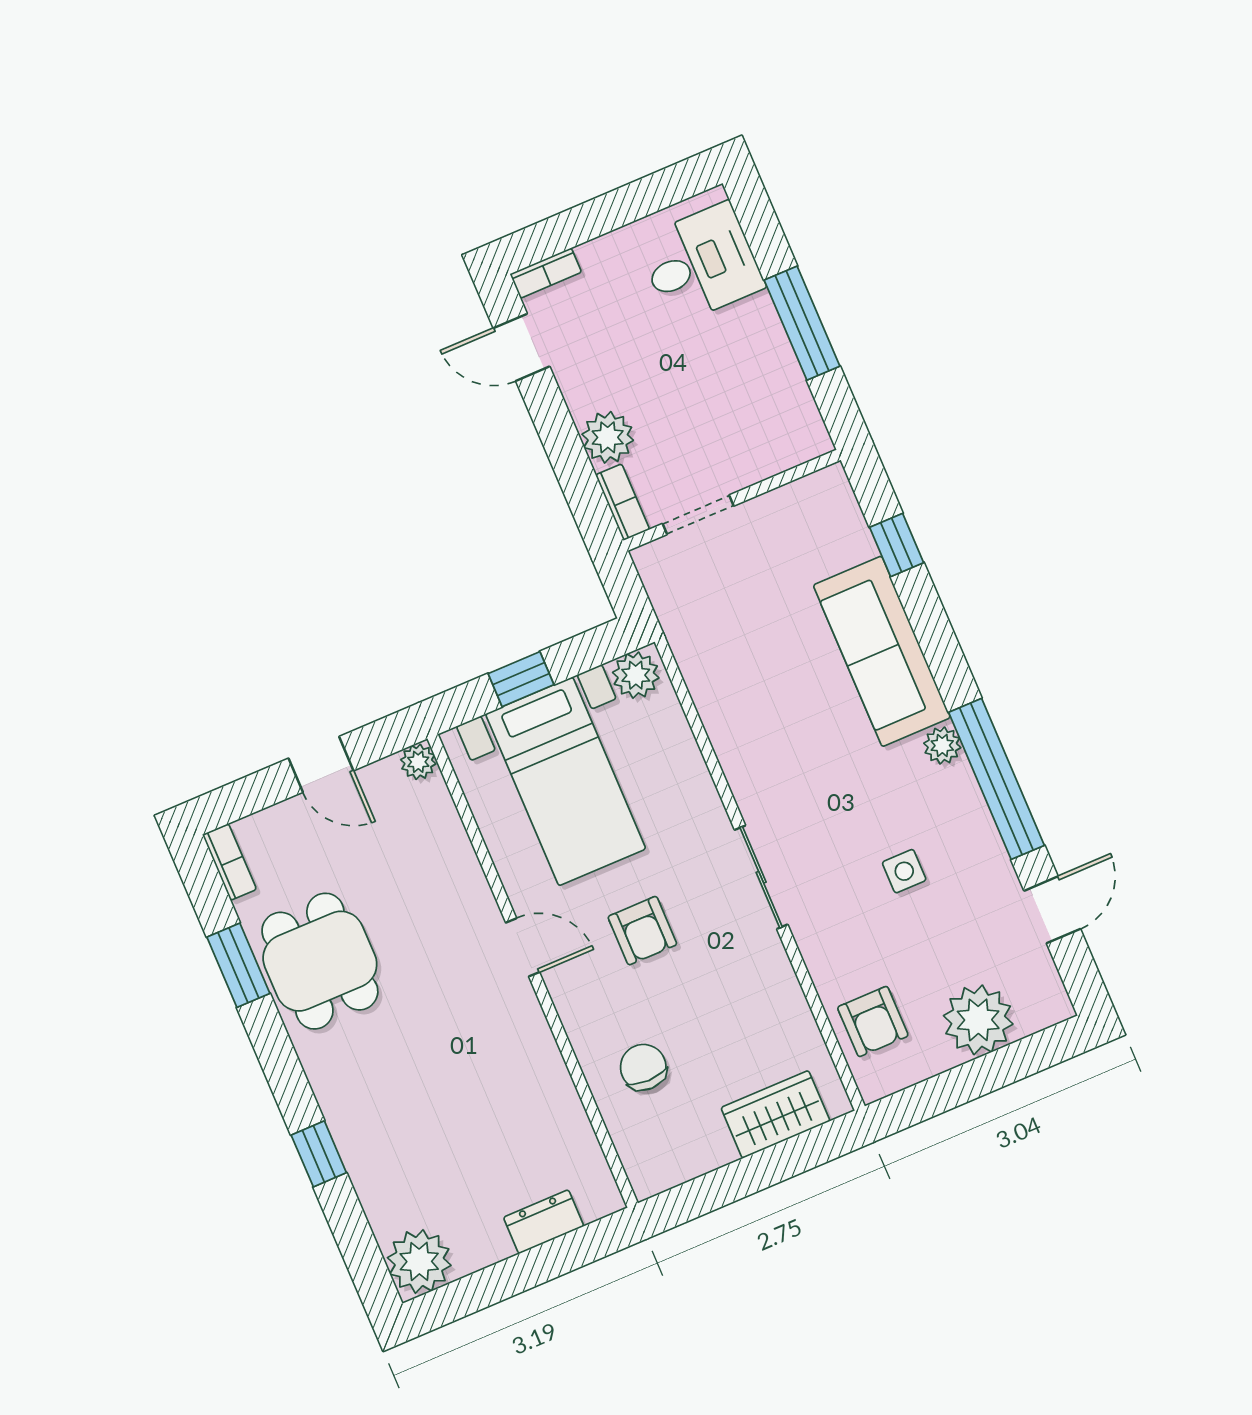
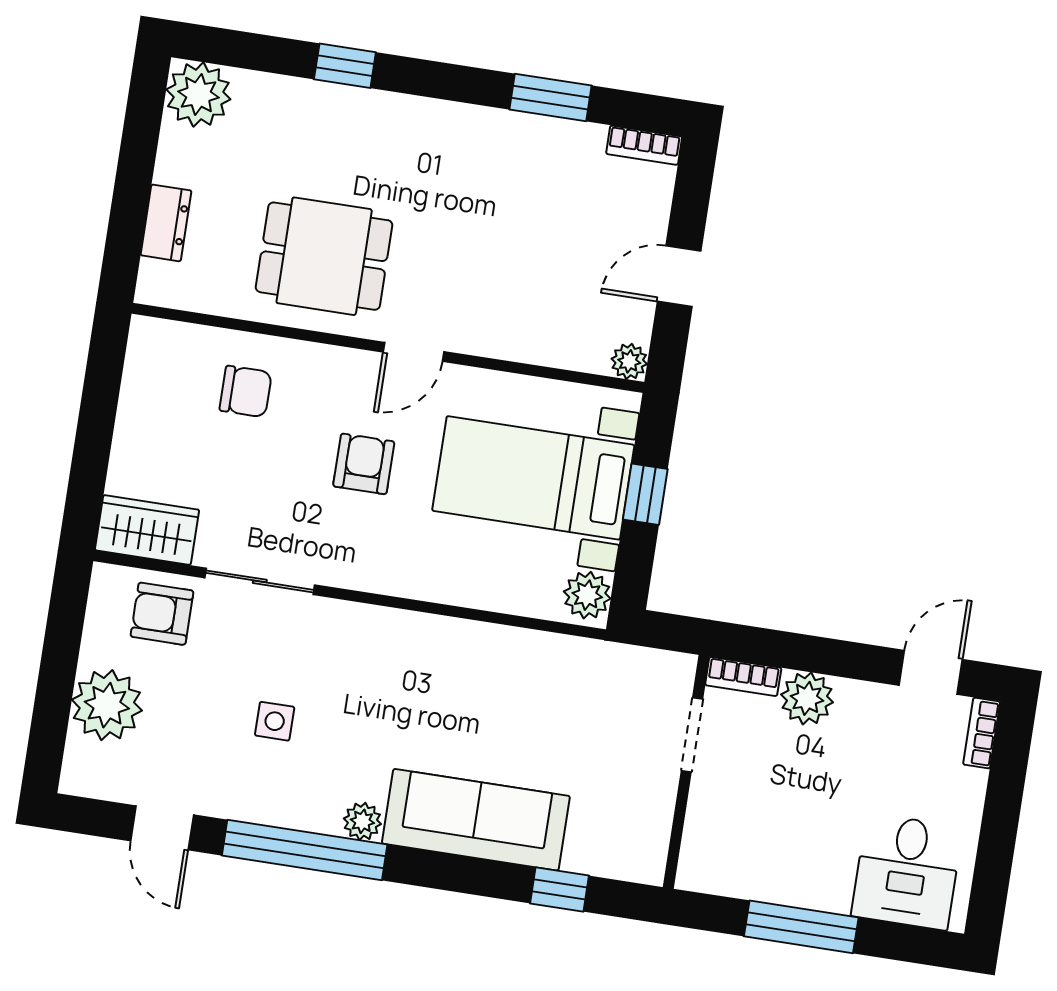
sliding door: (761, 877) -> (260, 581), moved
armchair: (642, 931) -> (364, 464), turned 90
dining table: (320, 961) -> (324, 256), moved
wardrobe: (775, 1114) -> (147, 530), moved, turned -90

